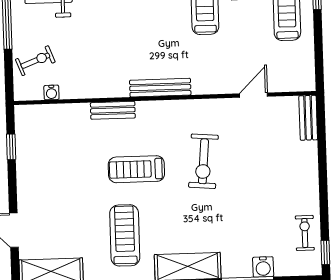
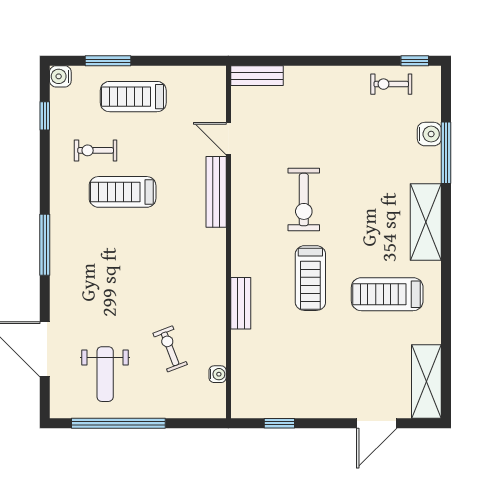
exercise bike: (35, 61) -> (170, 349), moved
bench: (160, 88) -> (216, 192), moved
exercise bike: (203, 161) -> (304, 200), turned 85

